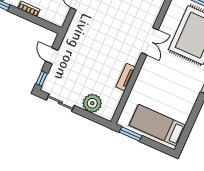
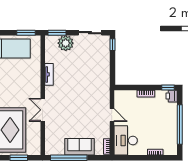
door: (52, 56) -> (113, 66), removed
window: (97, 119) -> (57, 33), added

